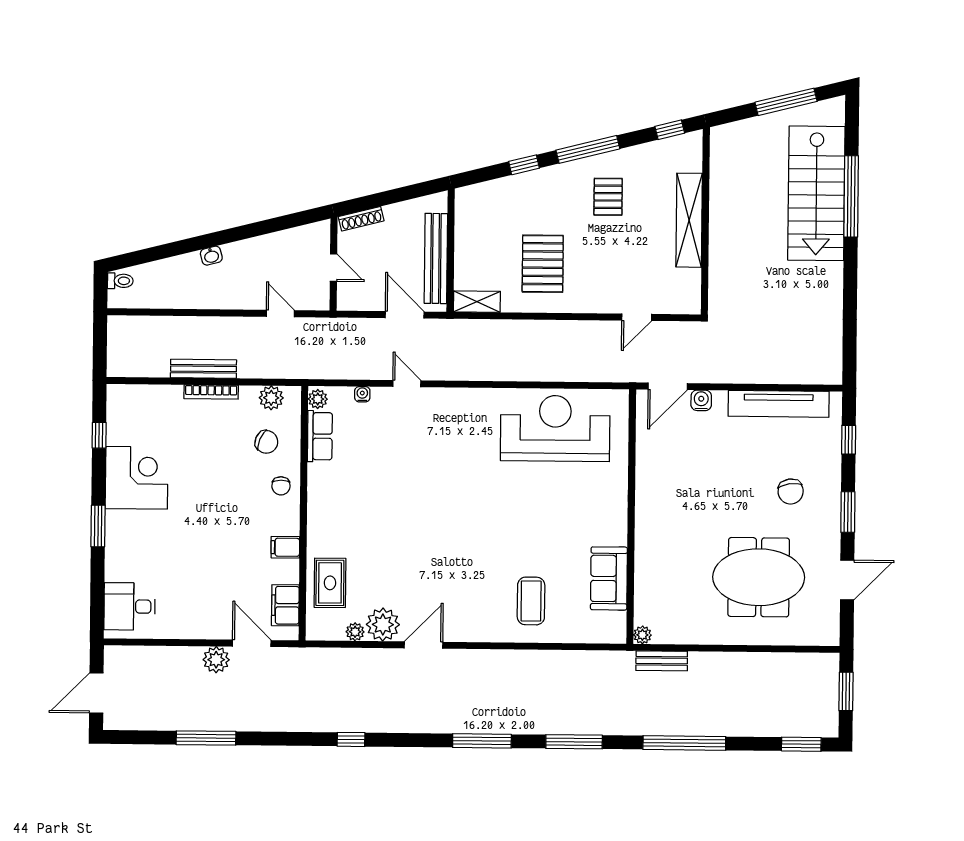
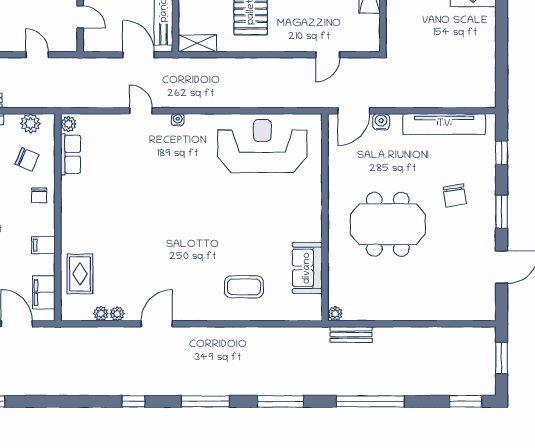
water cooler: (362, 394) -> (178, 120), moved
meeting table: (759, 577) -> (388, 224), moved
coffee table: (531, 601) -> (244, 287), turned 90
plant: (383, 625) -> (117, 314), width x0.53, depth x0.53
window: (351, 739) -> (133, 401), moved

